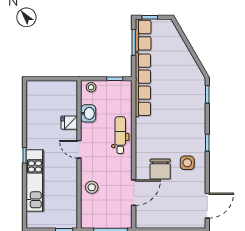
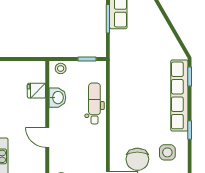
row of seats: (143, 85) -> (179, 95), moved, turned 180
fridge: (69, 123) -> (36, 91), moved
dental chair: (120, 135) -> (94, 103), moved

